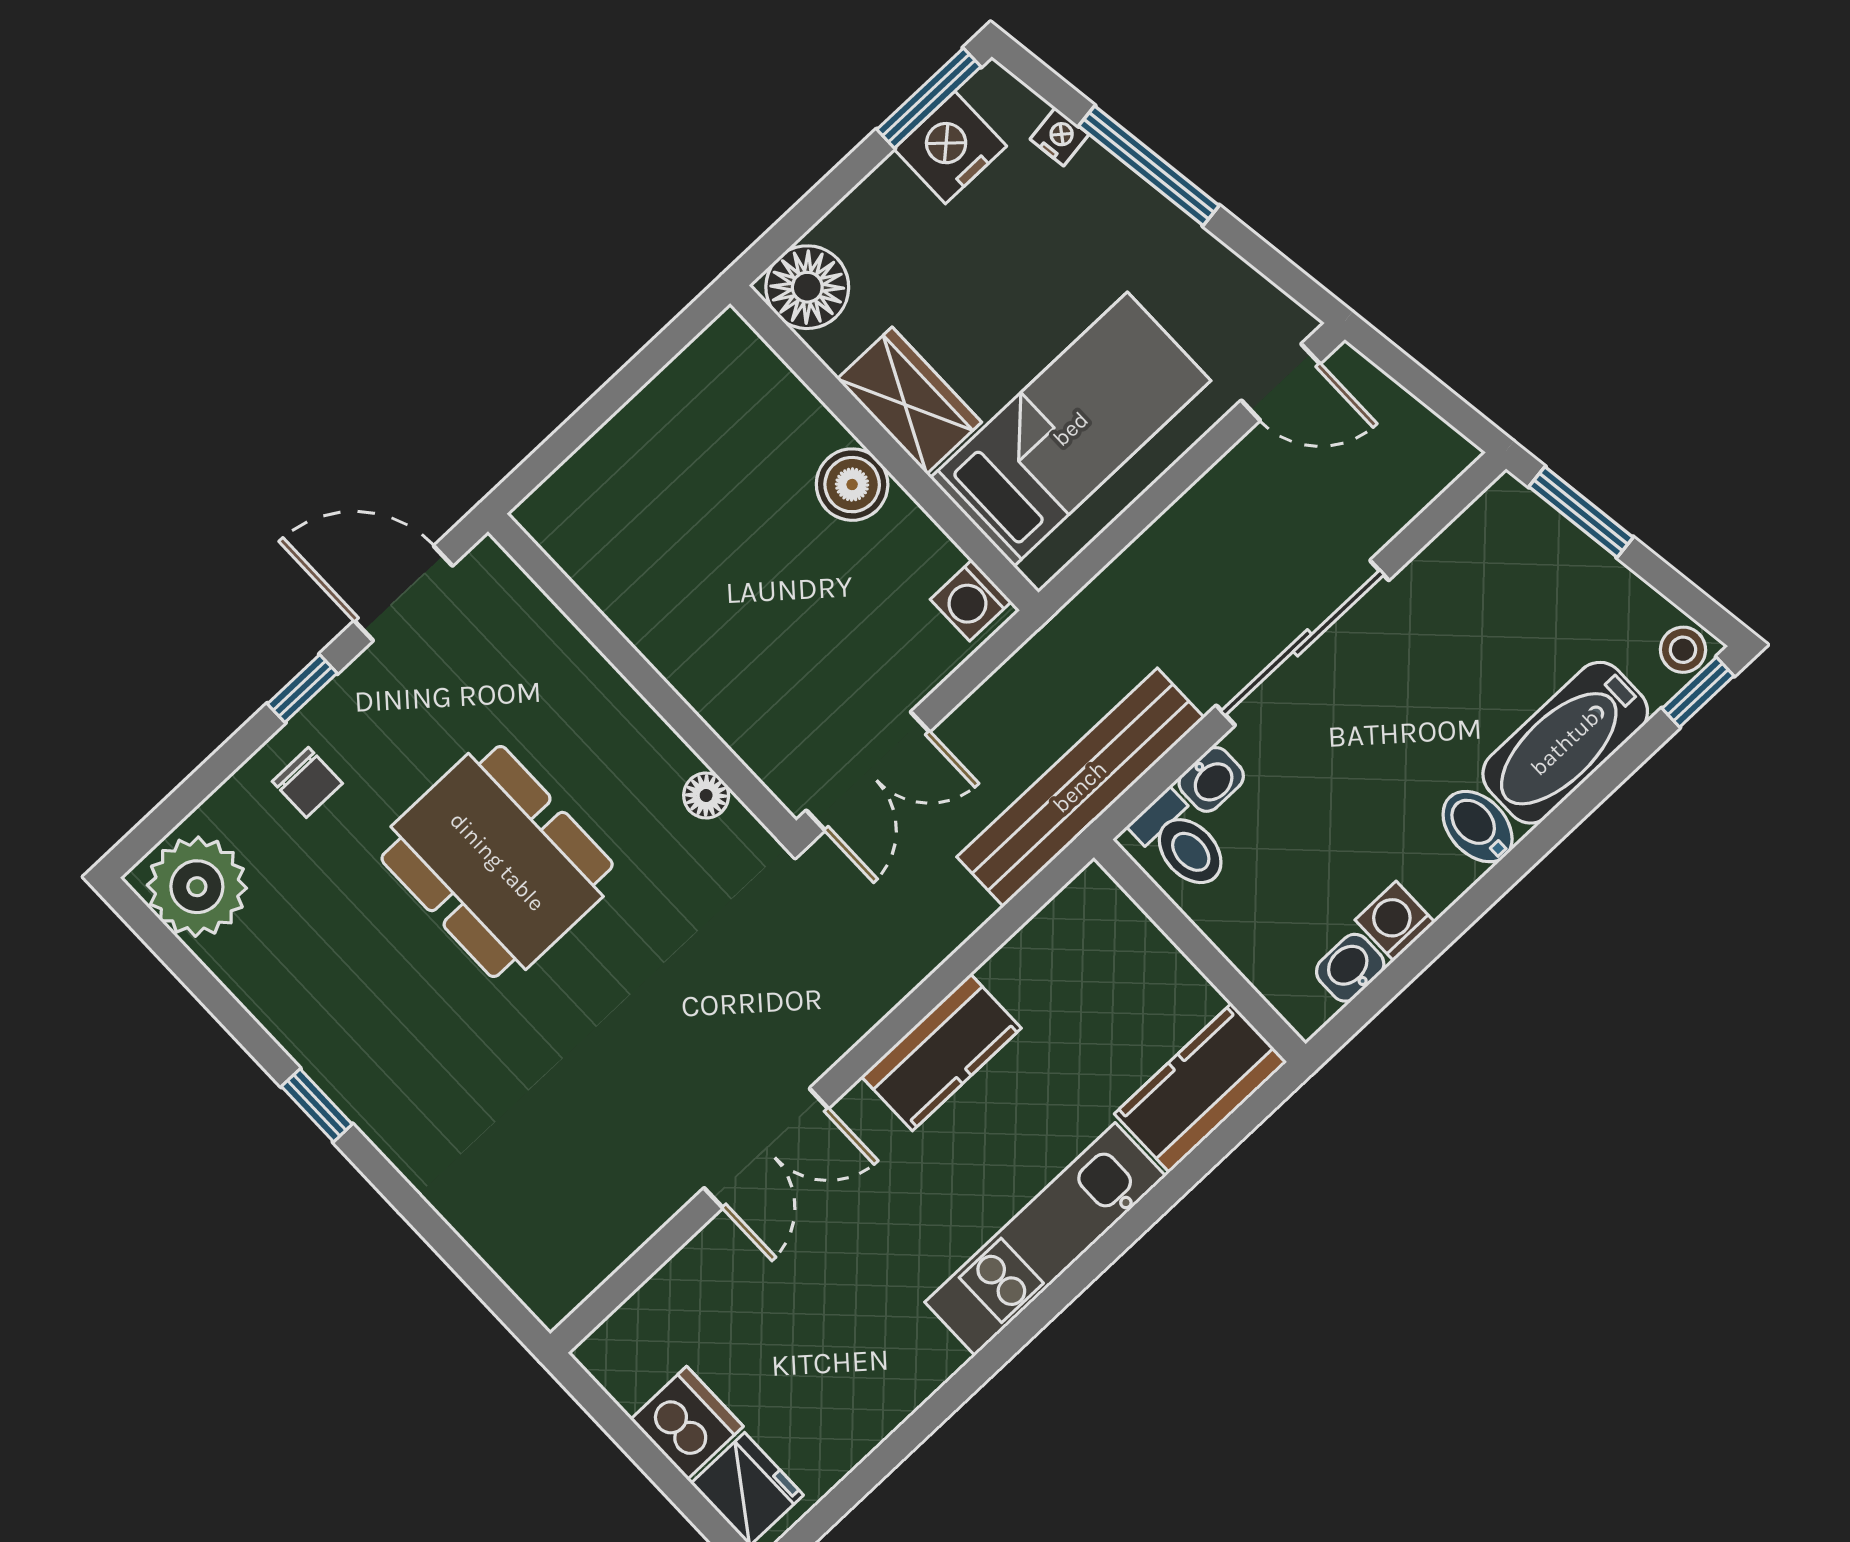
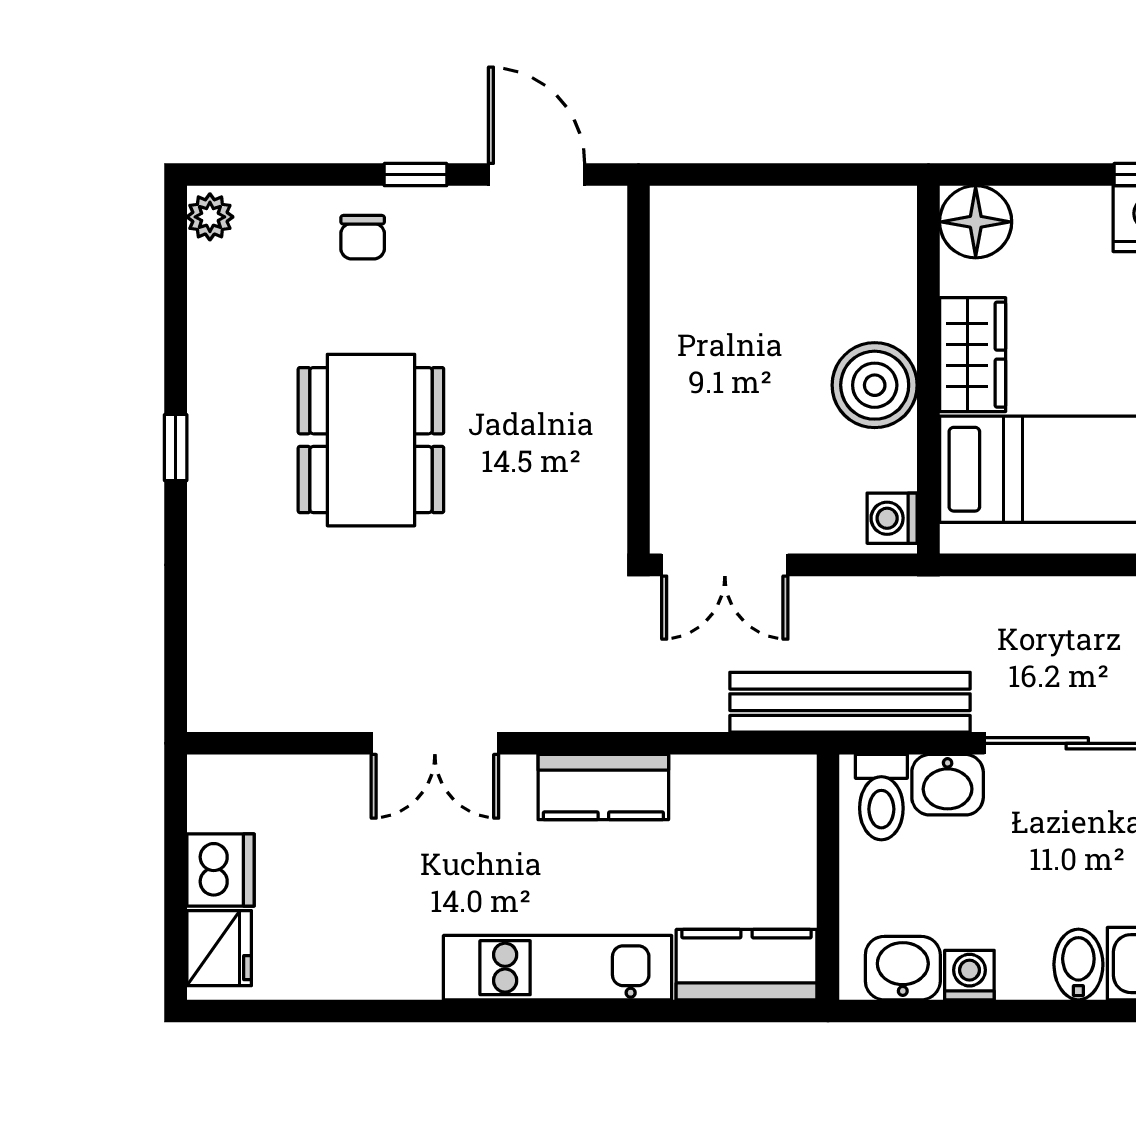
boiler: (852, 485) -> (875, 385), width x1.37, depth x1.37
washbasin: (1211, 779) -> (948, 785), width x1.38, depth x1.45
floor lamp: (706, 795) -> (608, 484), removed
dining table: (497, 862) -> (371, 440), moved
plant: (197, 887) -> (210, 217), width x0.53, depth x0.53
washbasin: (1350, 968) -> (903, 968), width x1.38, depth x1.45

